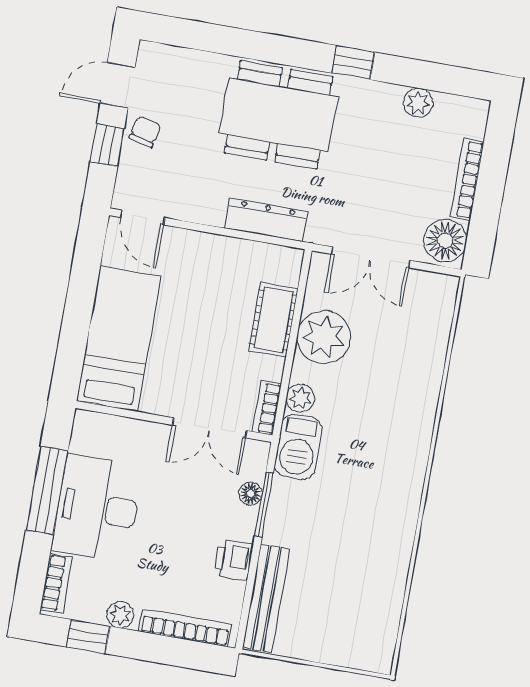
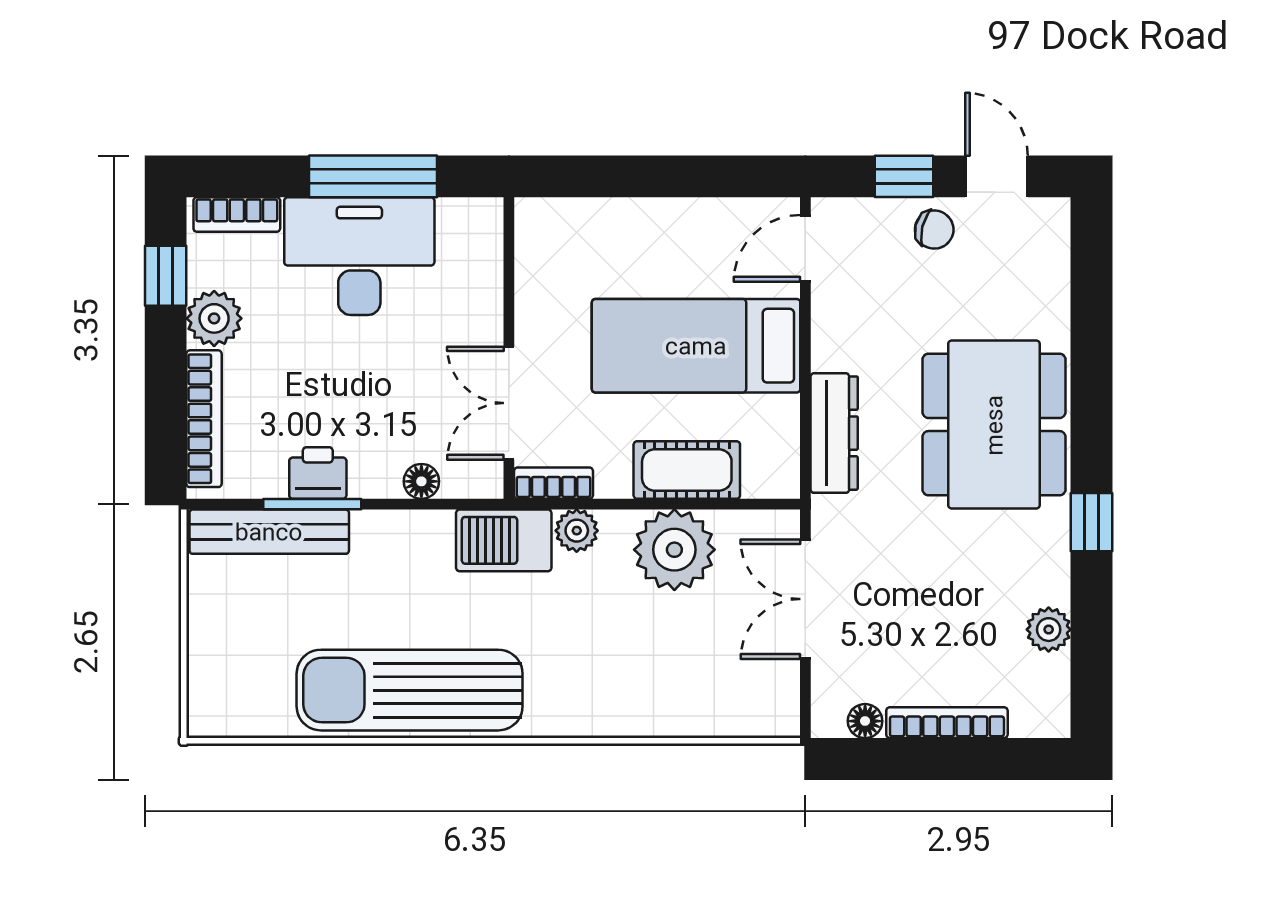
floor lamp: (445, 241) -> (865, 721), width x0.53, depth x0.53
bed: (119, 339) -> (696, 346), moved, turned 180
window: (264, 504) -> (312, 504), moved
sun lounger: (385, 525) -> (410, 690), added
plant: (120, 615) -> (214, 318), width x1.38, depth x1.38

